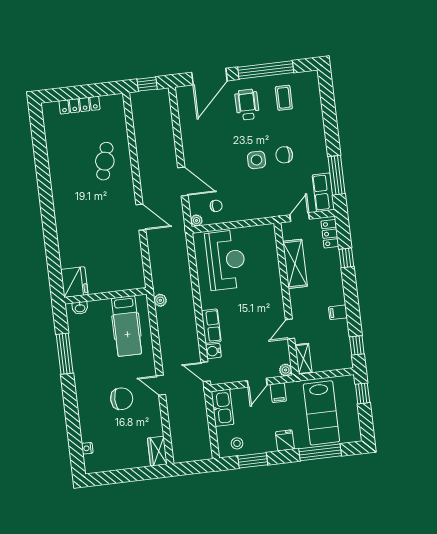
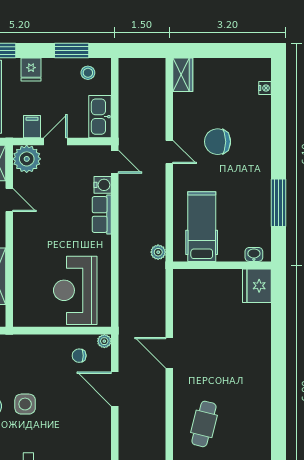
door: (290, 329) -> (9, 200), hinge flipped
plant: (286, 370) -> (27, 159), width x1.88, depth x1.88

